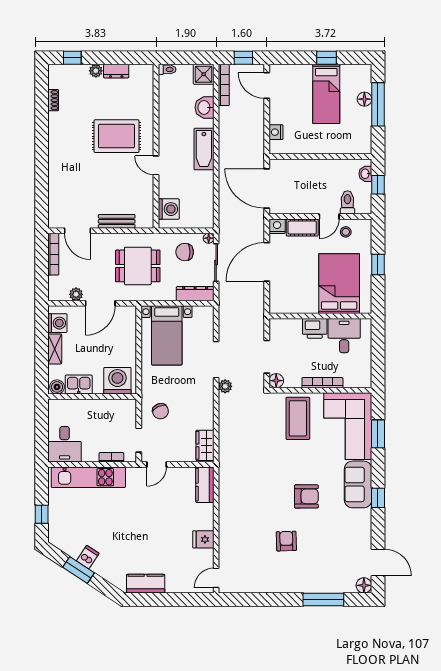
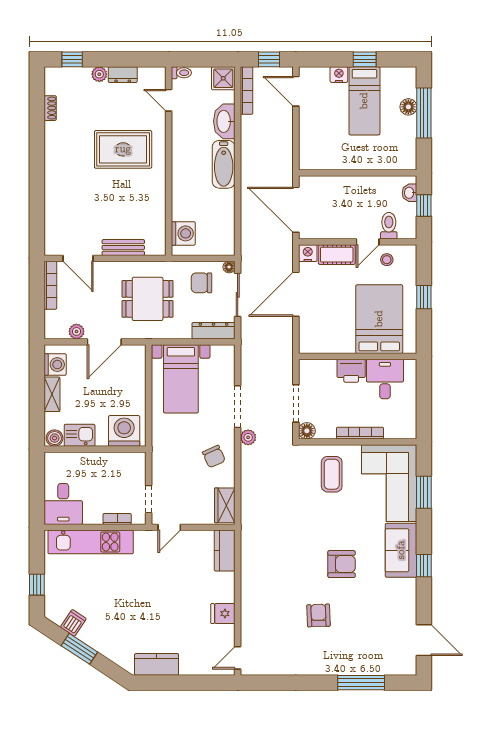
washbasin: (204, 107) -> (224, 121), width x1.38
nightstand: (276, 132) -> (339, 75), moved, turned 90
door: (156, 165) -> (169, 100), moved
chair: (160, 411) -> (214, 456), moved
coffee table: (298, 418) -> (332, 474), width x0.73, depth x0.76
dishwasher: (88, 557) -> (73, 623), moved
floor lamp: (364, 585) -> (408, 666), removed

